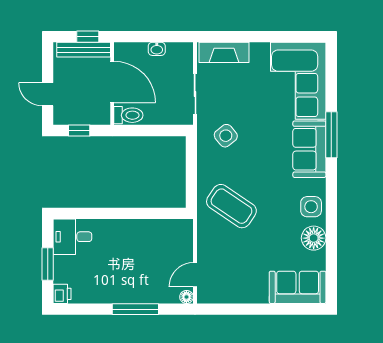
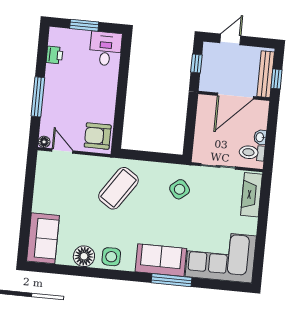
toilet: (128, 115) -> (252, 153), moved, turned 90
armchair: (174, 236) -> (98, 136), added
printer: (62, 294) -> (54, 55), moved, turned -90

